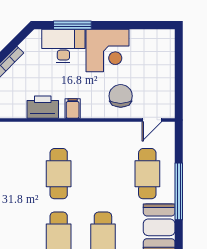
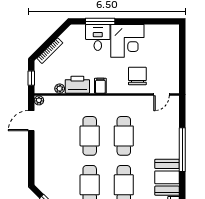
desk: (63, 46) -> (98, 38), width x0.73
plant: (20, 112) -> (60, 89), added
cafe table: (147, 174) -> (124, 136), moved

